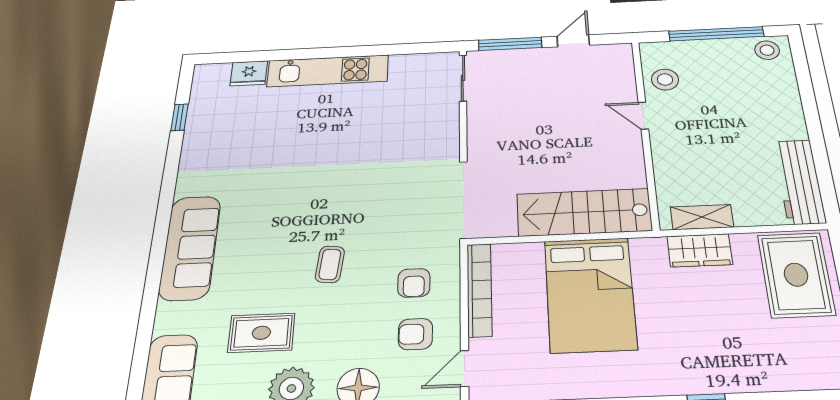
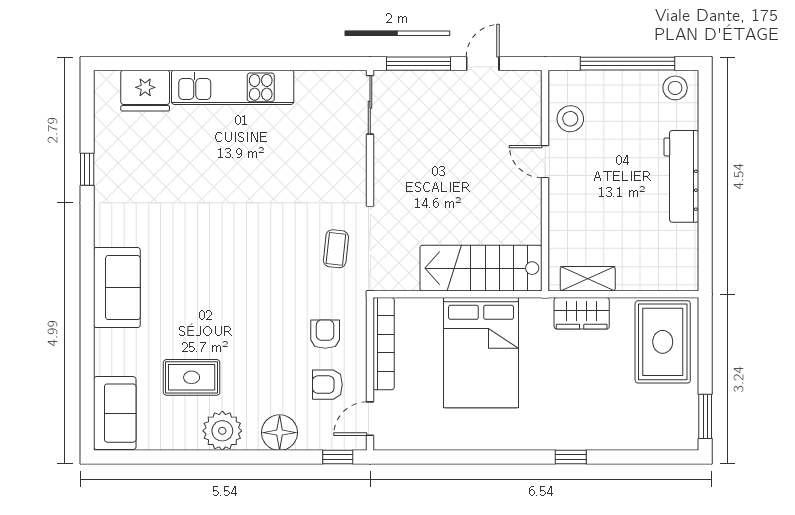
fridge: (249, 73) -> (145, 91), width x1.36, depth x1.34
window: (179, 117) -> (87, 169), moved
workbench: (799, 182) -> (681, 176), moved
sofa: (190, 247) -> (117, 288), width x0.73
coffee table: (330, 264) -> (336, 249), moved
armchair: (414, 283) -> (325, 334), turned 180

